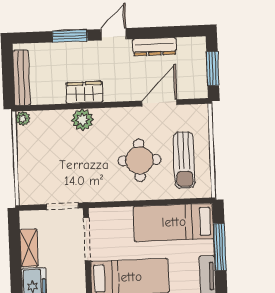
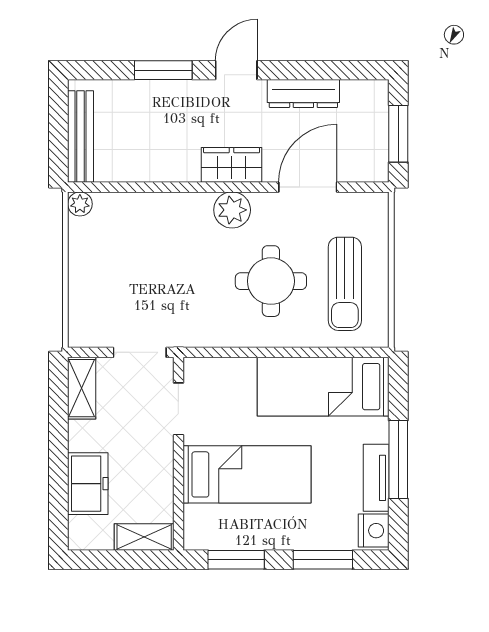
wardrobe: (84, 92) -> (232, 165), moved
plant: (82, 120) -> (232, 210), moved
doorway: (87, 239) -> (178, 409), width x0.73
window: (220, 247) -> (398, 460), moved
shelving: (29, 248) -> (82, 388), moved

